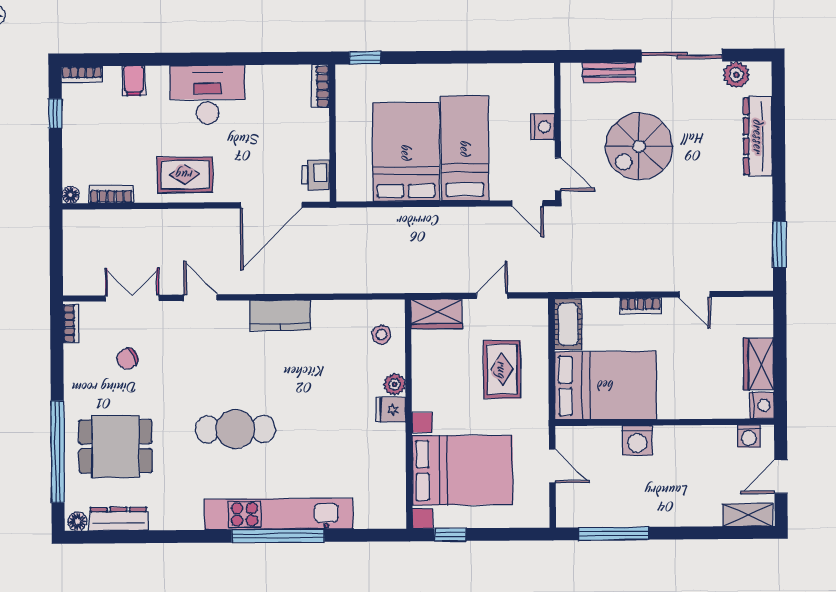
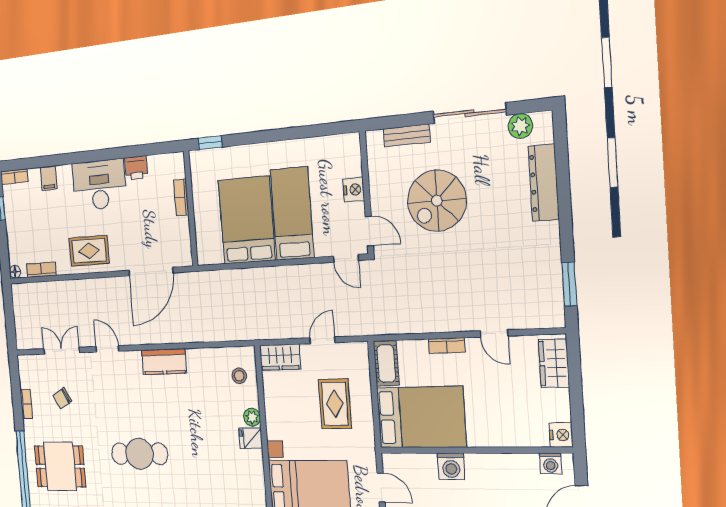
bookcase: (320, 86) -> (181, 197), moved
printer: (316, 175) -> (136, 168), moved, turned -90
bookcase: (71, 324) -> (26, 404), moved
wardrobe: (759, 364) -> (554, 363), moved

